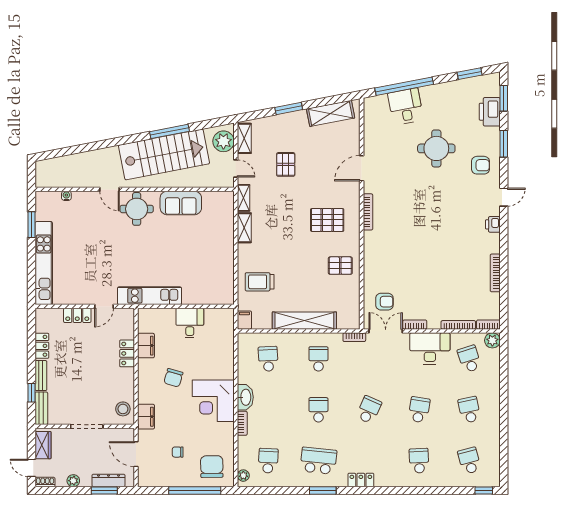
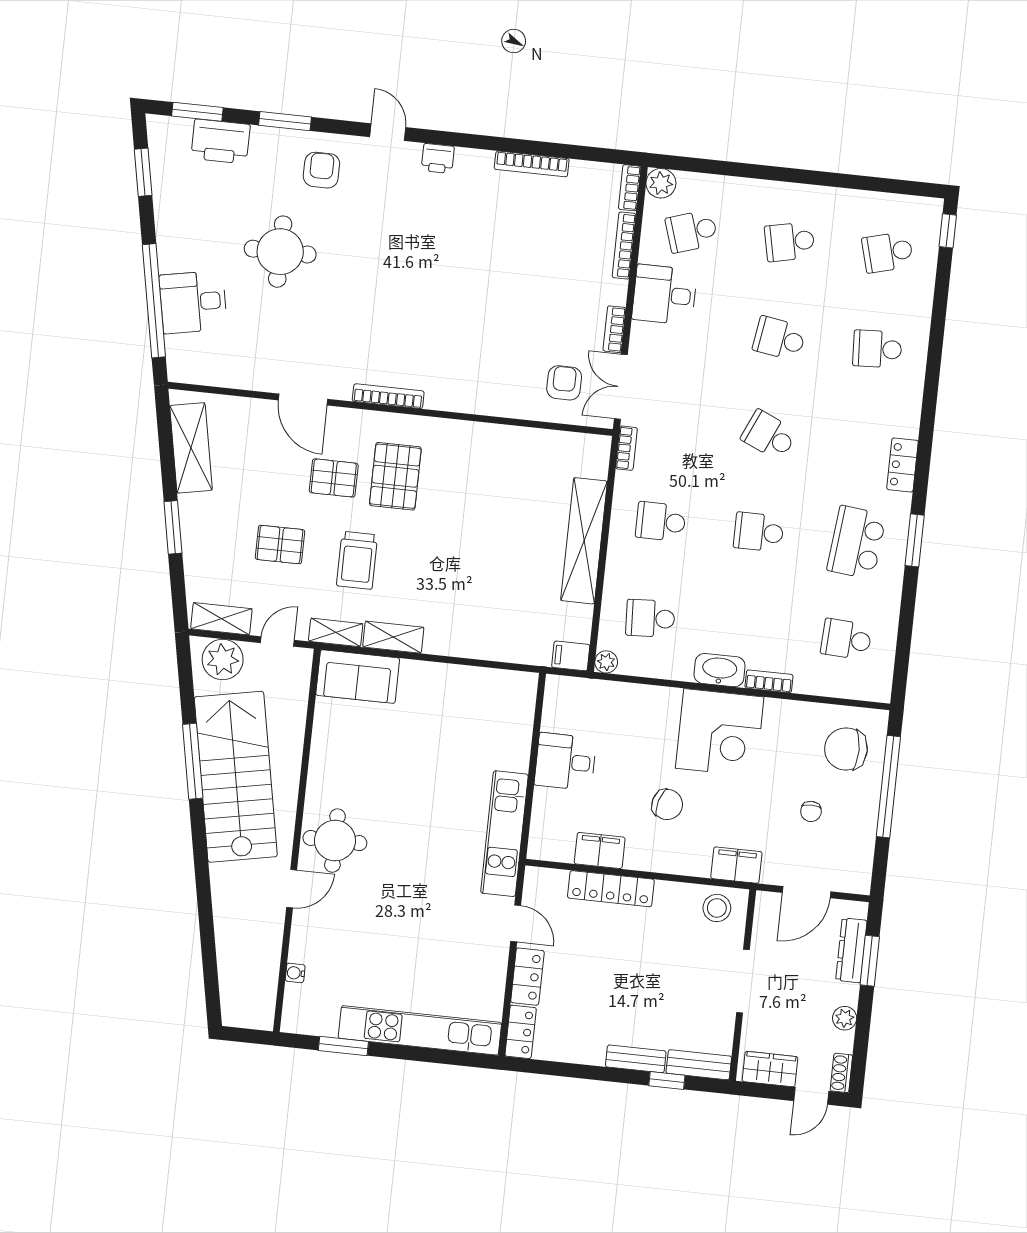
sofa: (181, 203) -> (358, 677), moved, turned 90
pallet: (340, 266) -> (334, 478), moved, turned 90
trolley: (260, 282) -> (357, 560), moved
locker: (42, 346) -> (521, 1032), moved, turned 90
desk: (430, 348) -> (665, 295), width x0.73
locker: (127, 353) -> (611, 889), width x1.53
plant: (243, 476) -> (606, 662), moved

